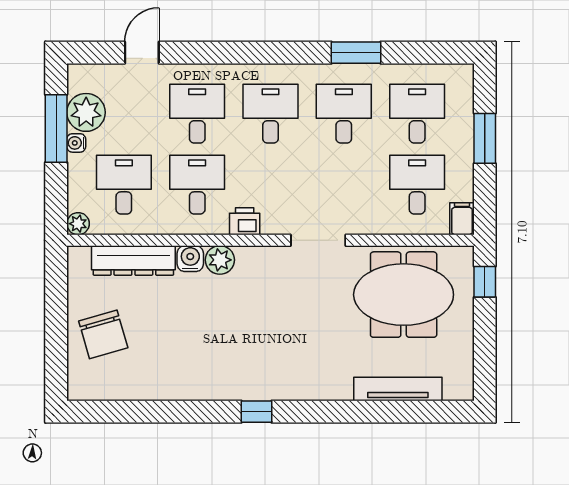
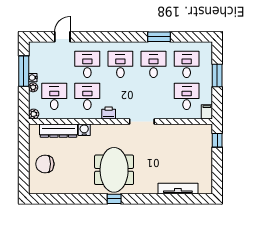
plant: (86, 112) -> (33, 87), moved, width x0.53, depth x0.53
plant: (220, 260) -> (98, 130), removed
meeting table: (404, 295) -> (114, 170), moved, turned 90
chair: (103, 334) -> (45, 164), turned 106

